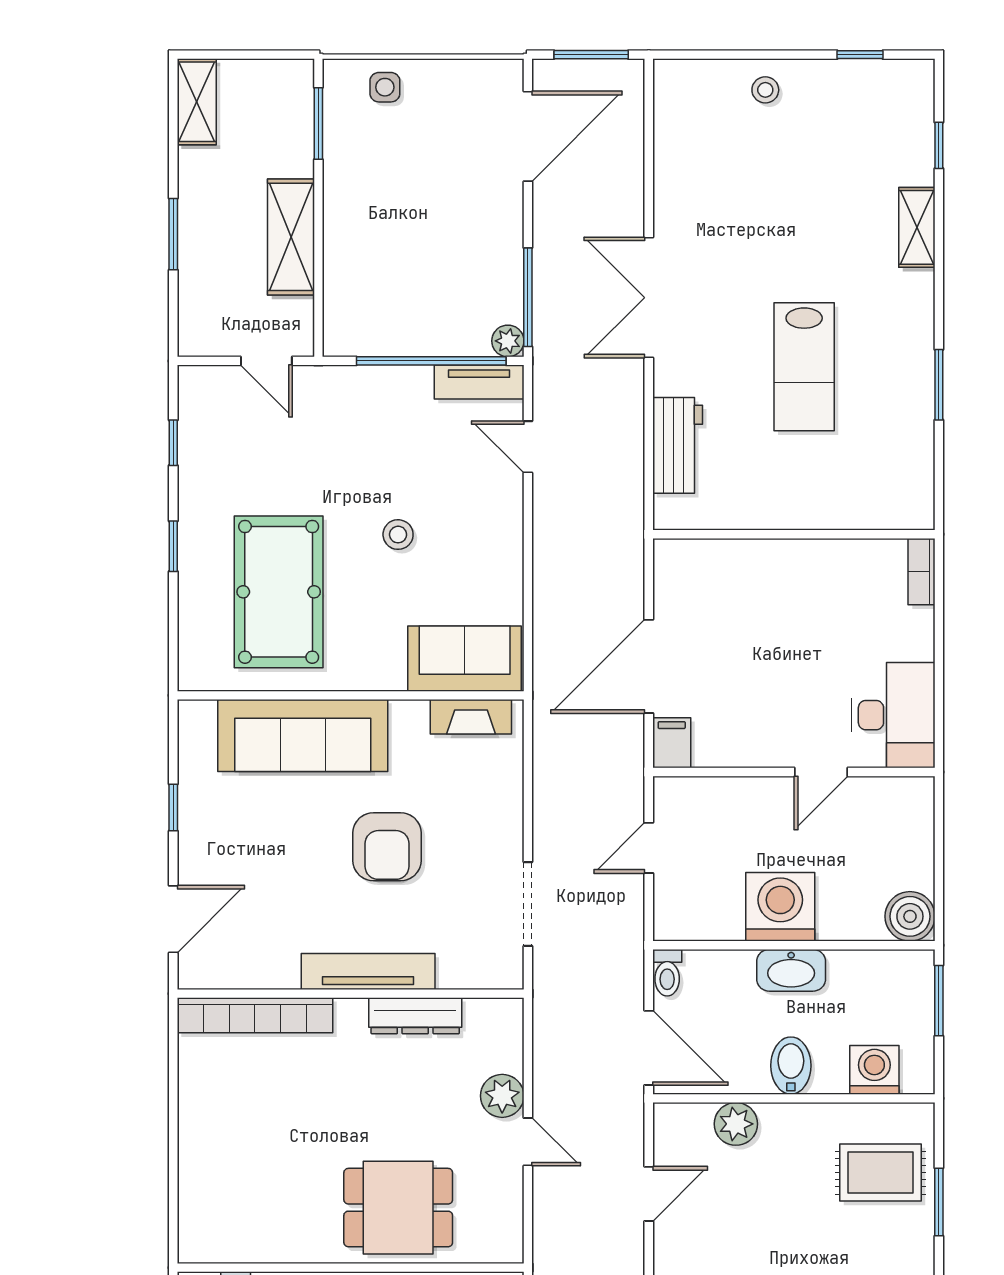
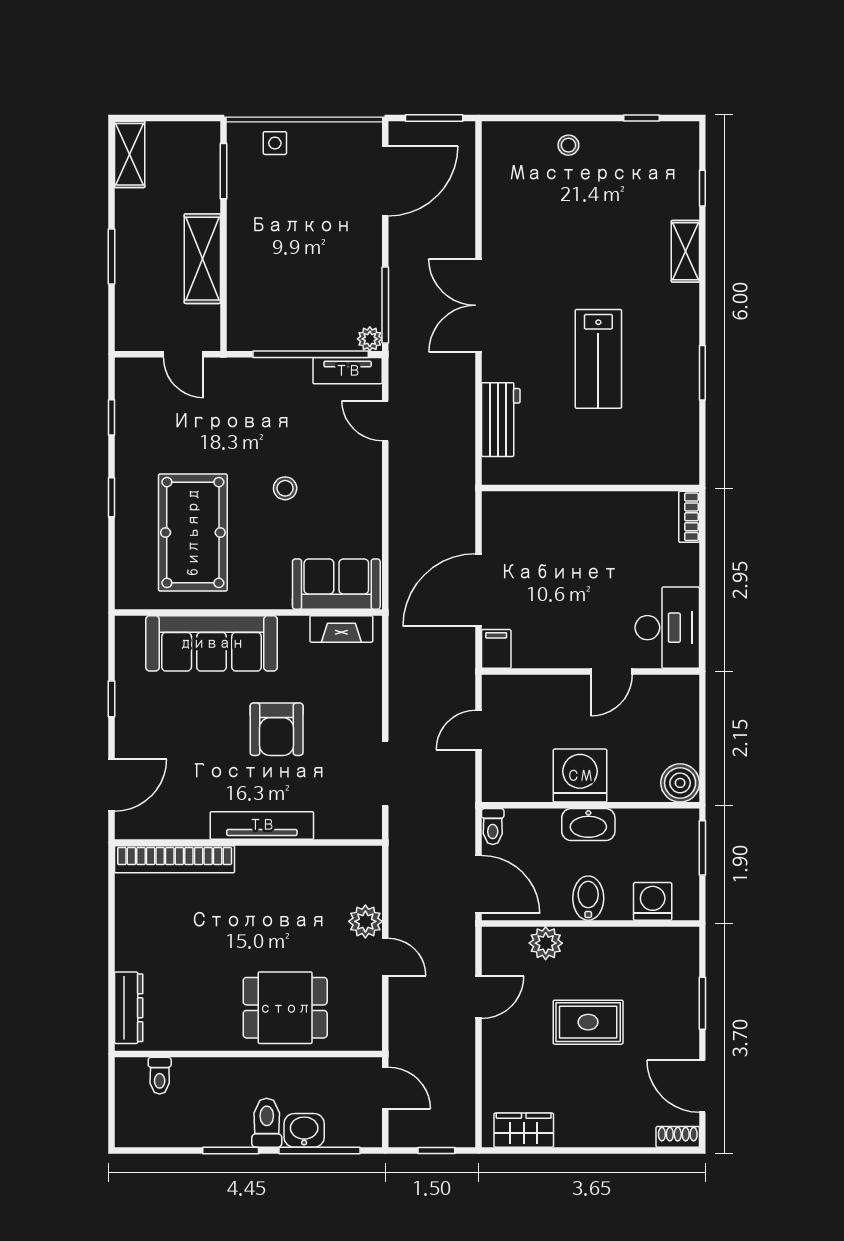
dresser: (415, 1016) -> (129, 1008), moved, turned -90
rug: (880, 1173) -> (588, 1022), moved

